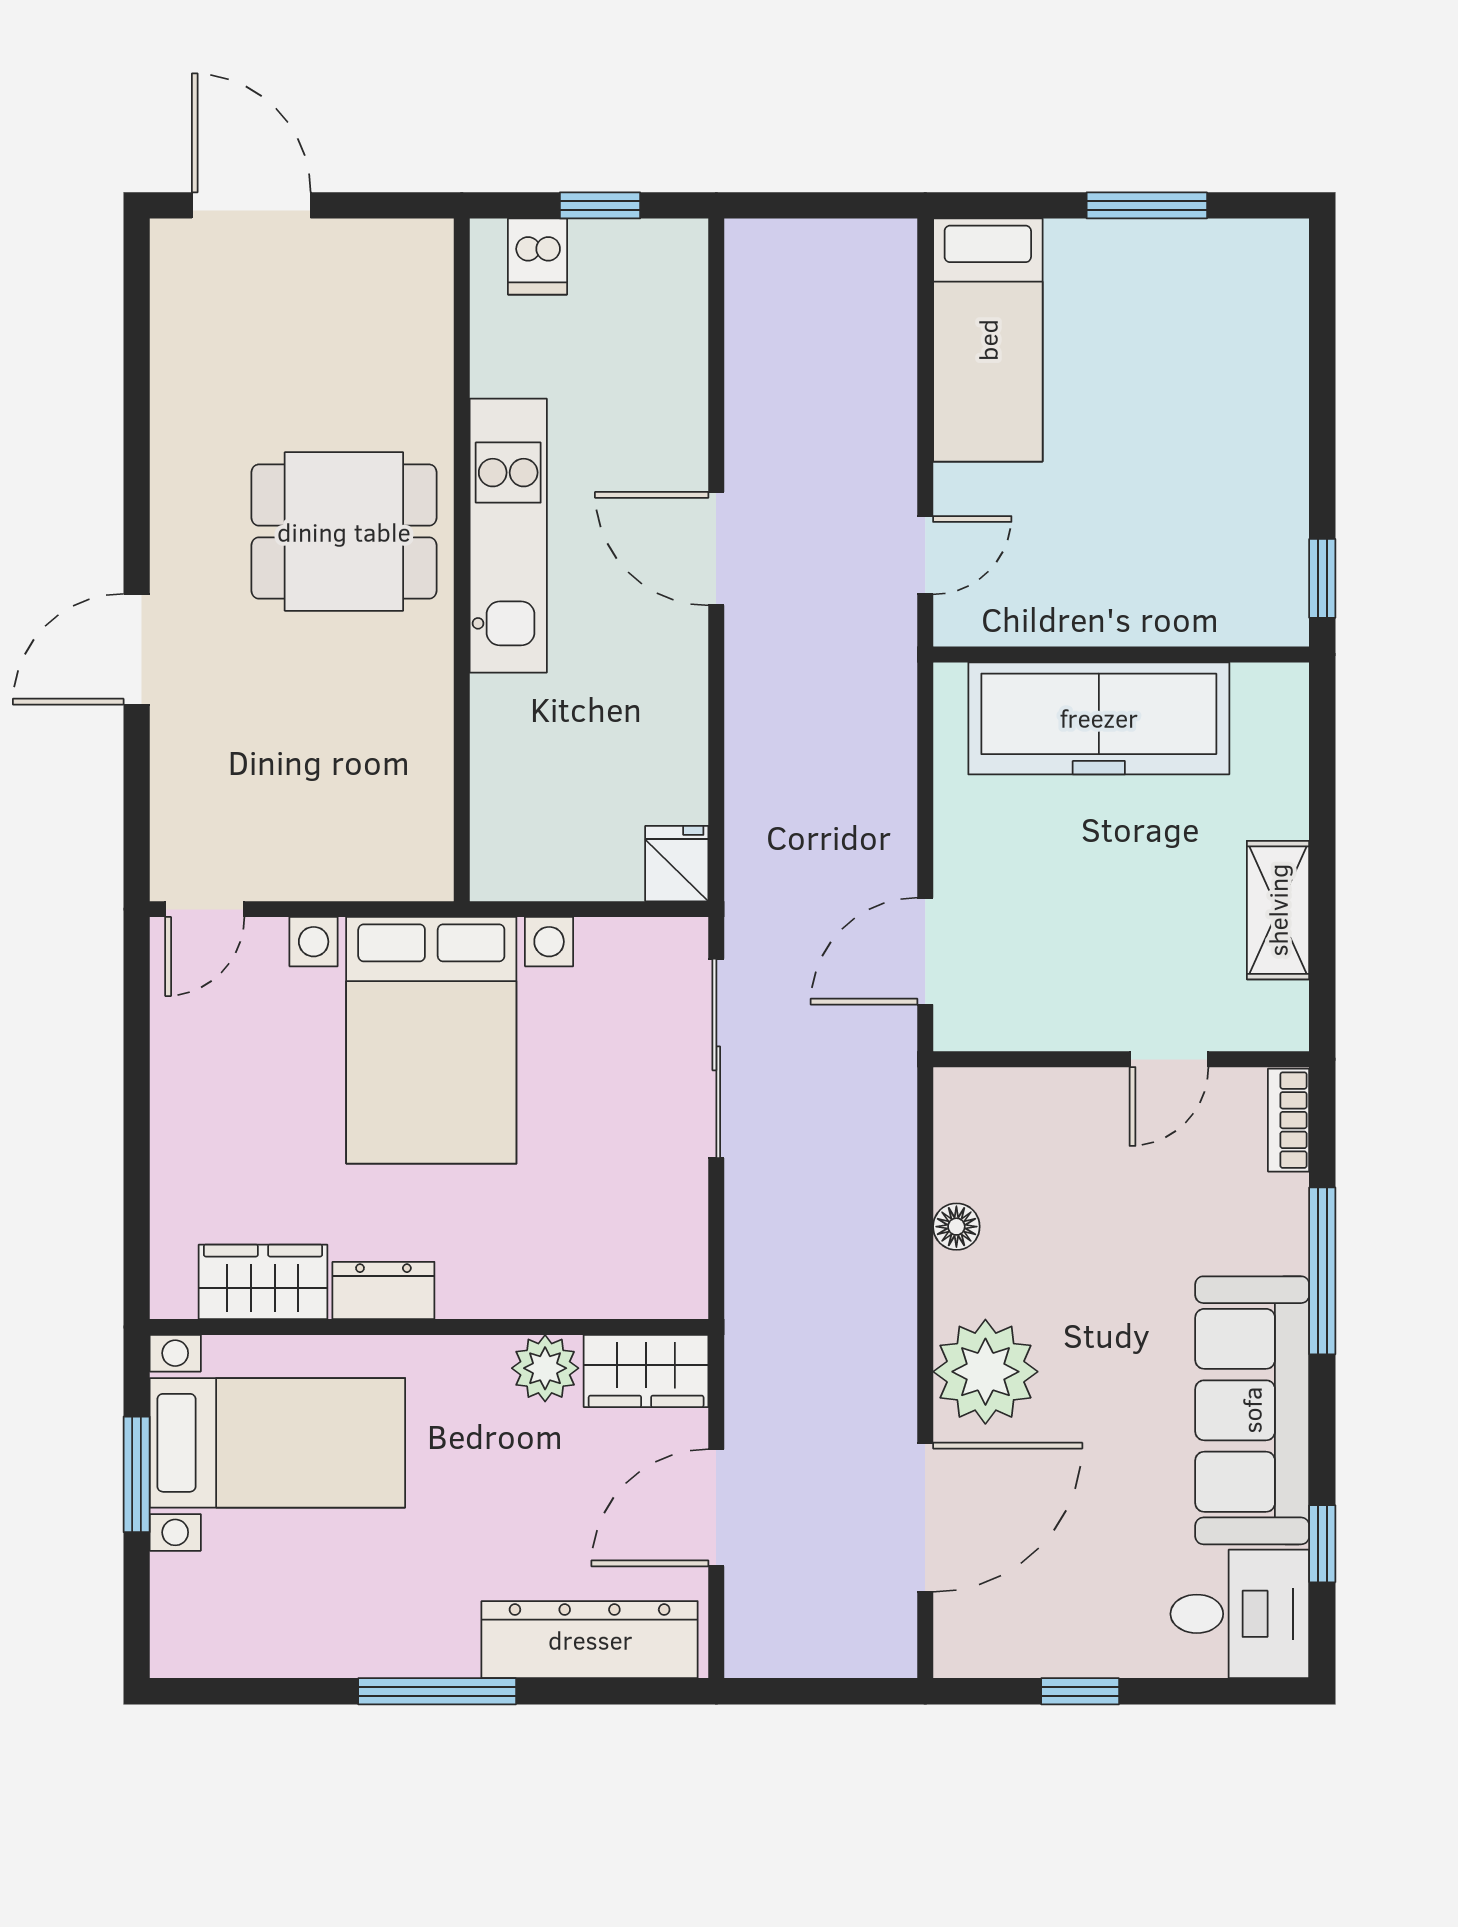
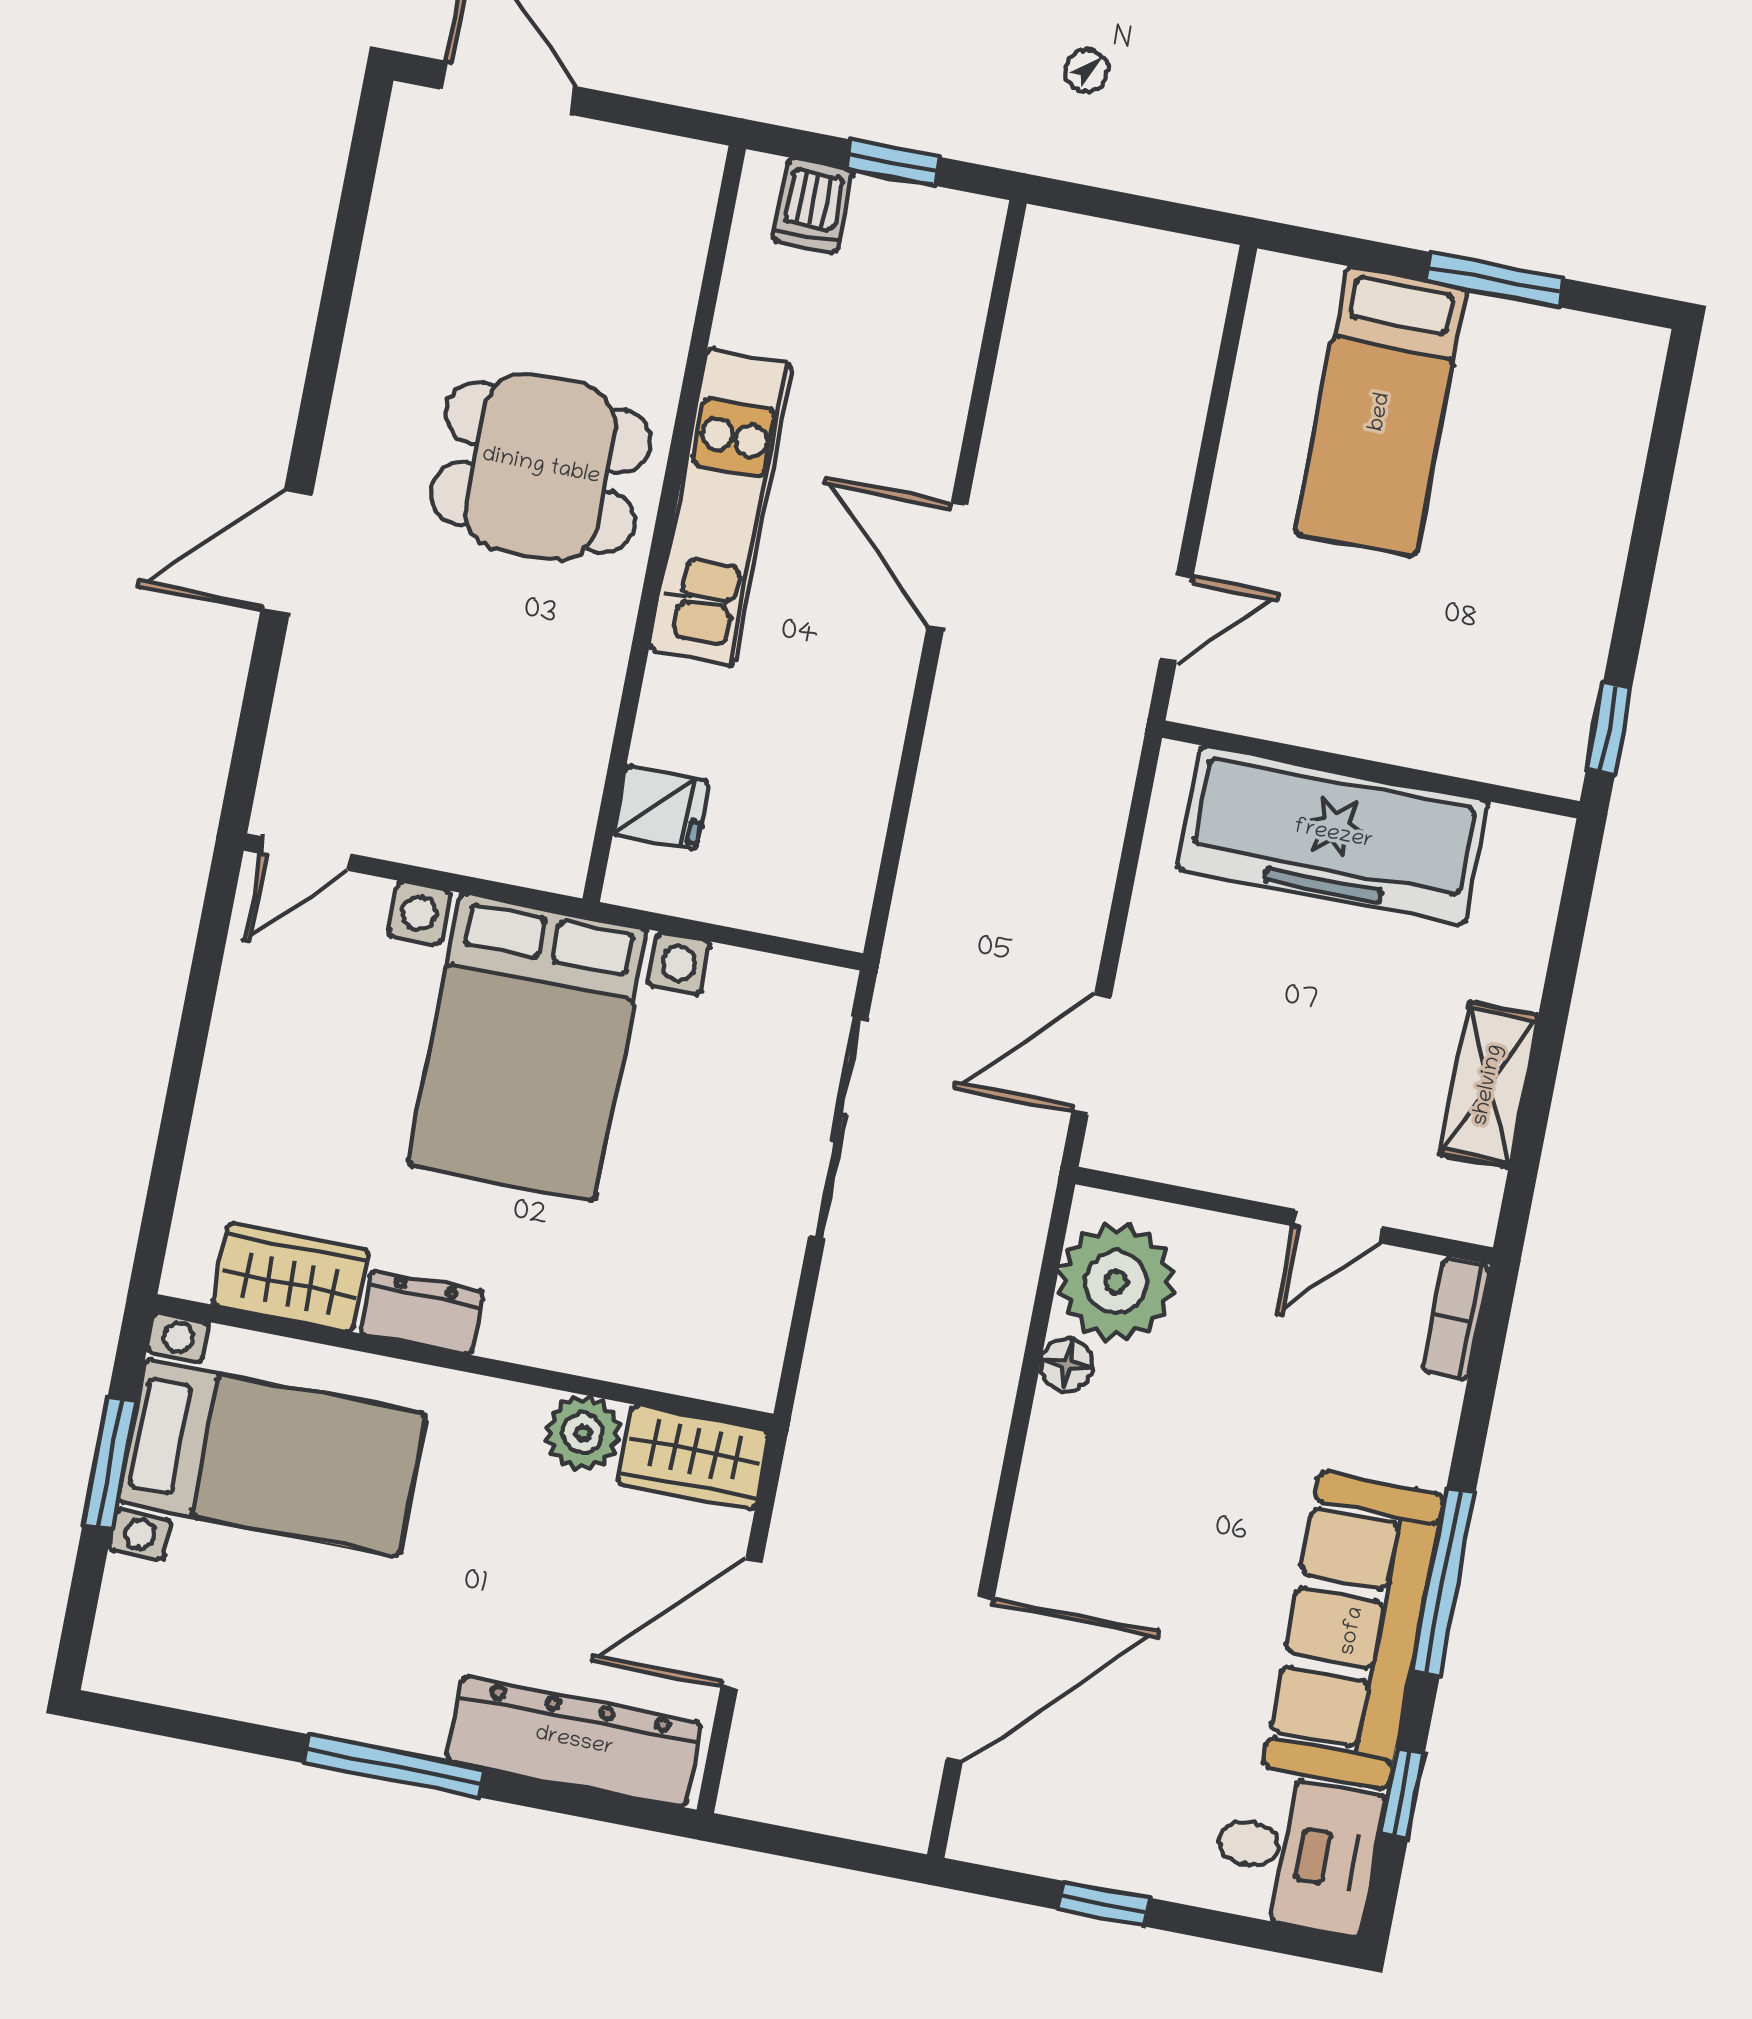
bed: (988, 340) -> (1381, 412), moved
fridge: (677, 864) -> (661, 807), moved, turned 90
window: (1322, 1271) -> (1443, 1582), moved
plant: (985, 1372) -> (1116, 1282), moved

